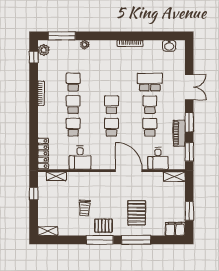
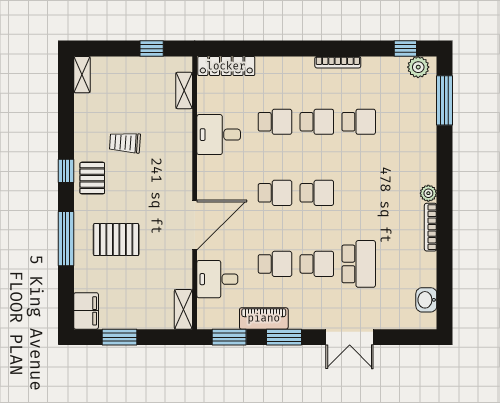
plant: (85, 45) -> (428, 193), moved
window: (100, 240) -> (66, 171), width x0.46

